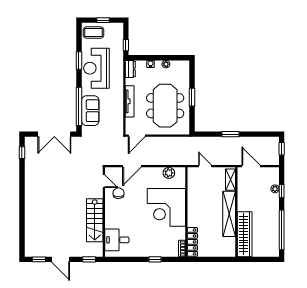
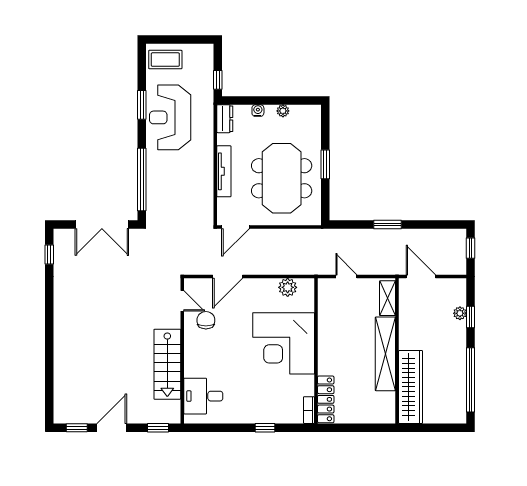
window: (103, 20) -> (181, 39), removed
sofa: (90, 111) -> (160, 186), removed
door: (60, 259) -> (112, 428), swing flipped

